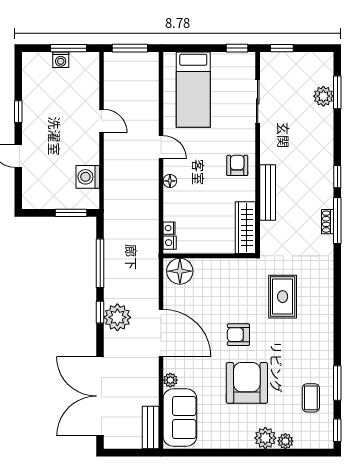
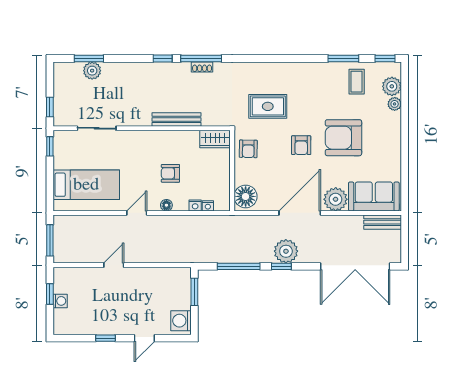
window: (69, 48) -> (50, 294), width x0.67
armchair: (237, 165) -> (170, 173), moved
washing machine: (88, 177) -> (181, 321), moved, turned 90
wardrobe: (245, 228) -> (215, 139), width x0.67
nightstand: (170, 243) -> (195, 205), moved
armchair: (234, 274) -> (248, 149), added
plant: (170, 380) -> (336, 199), width x1.88, depth x1.88
coffee table: (311, 398) -> (357, 82), turned 90
plant: (265, 438) -> (392, 86), moved

